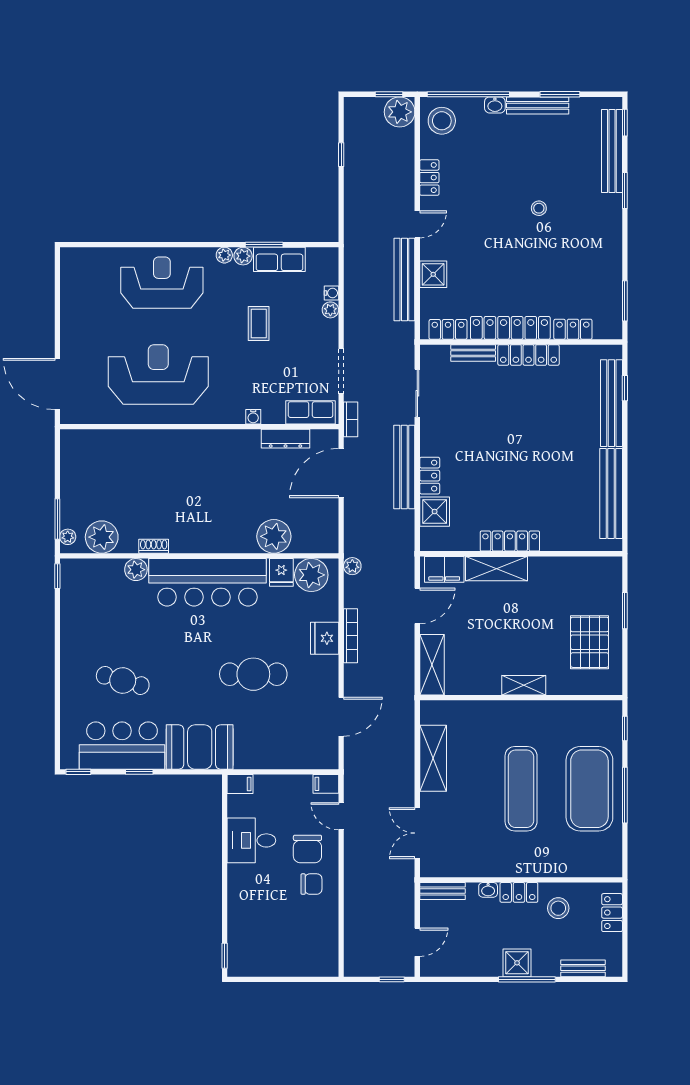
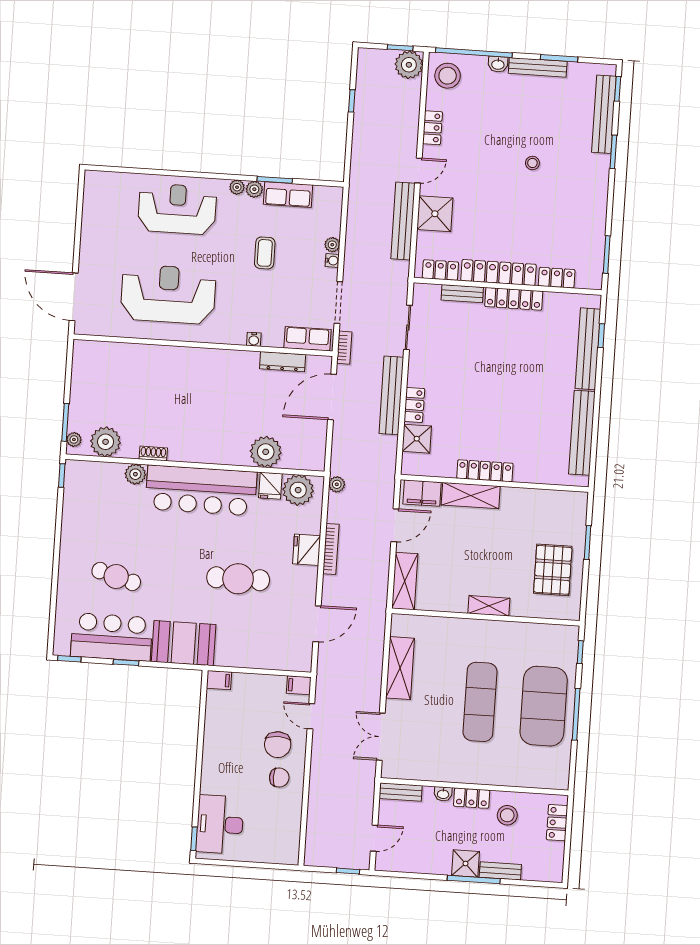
shower: (433, 274) -> (435, 214), width x1.36, depth x1.36
water cooler: (331, 293) -> (332, 260), moved
desk: (251, 840) -> (220, 824), moved, width x1.37
bench: (583, 968) -> (500, 871), moved

